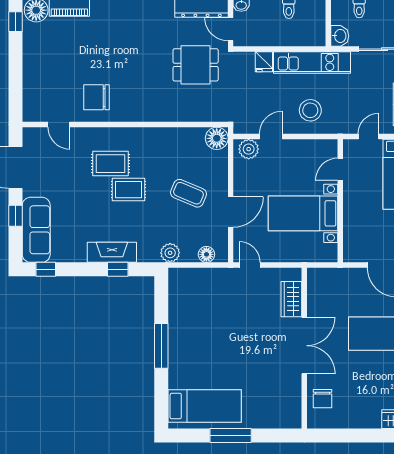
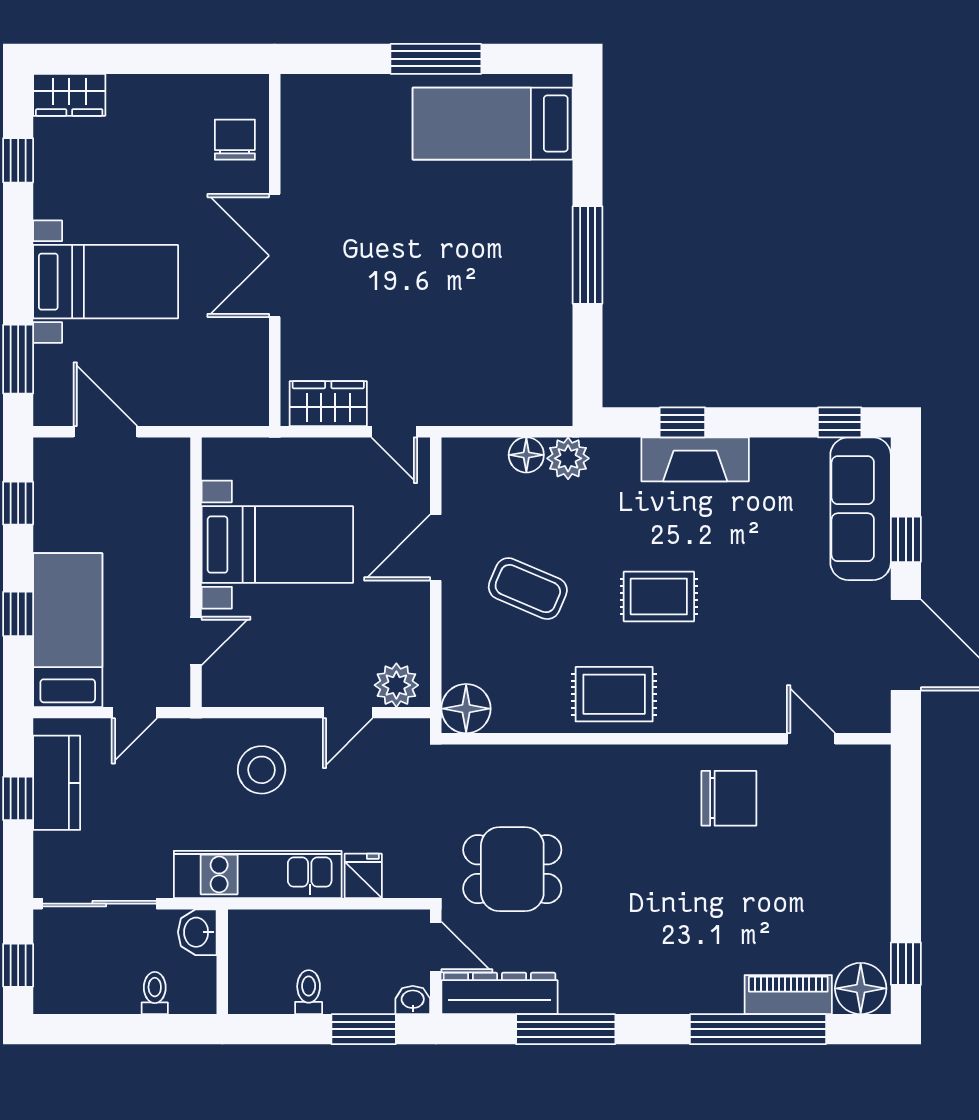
rug: (110, 164) -> (614, 694), moved
floor lamp: (206, 254) -> (526, 455), moved
wardrobe: (291, 299) -> (328, 404), moved, turned -90

